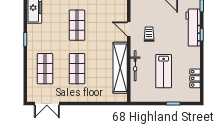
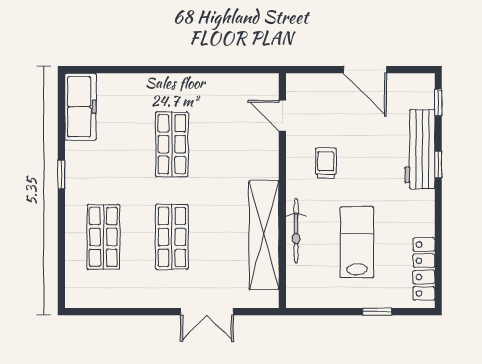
door: (129, 29) -> (282, 116), moved
lab bench: (164, 71) -> (357, 242), turned 180
locker: (195, 78) -> (424, 269), width x1.53
double door: (47, 104) -> (207, 312), moved

